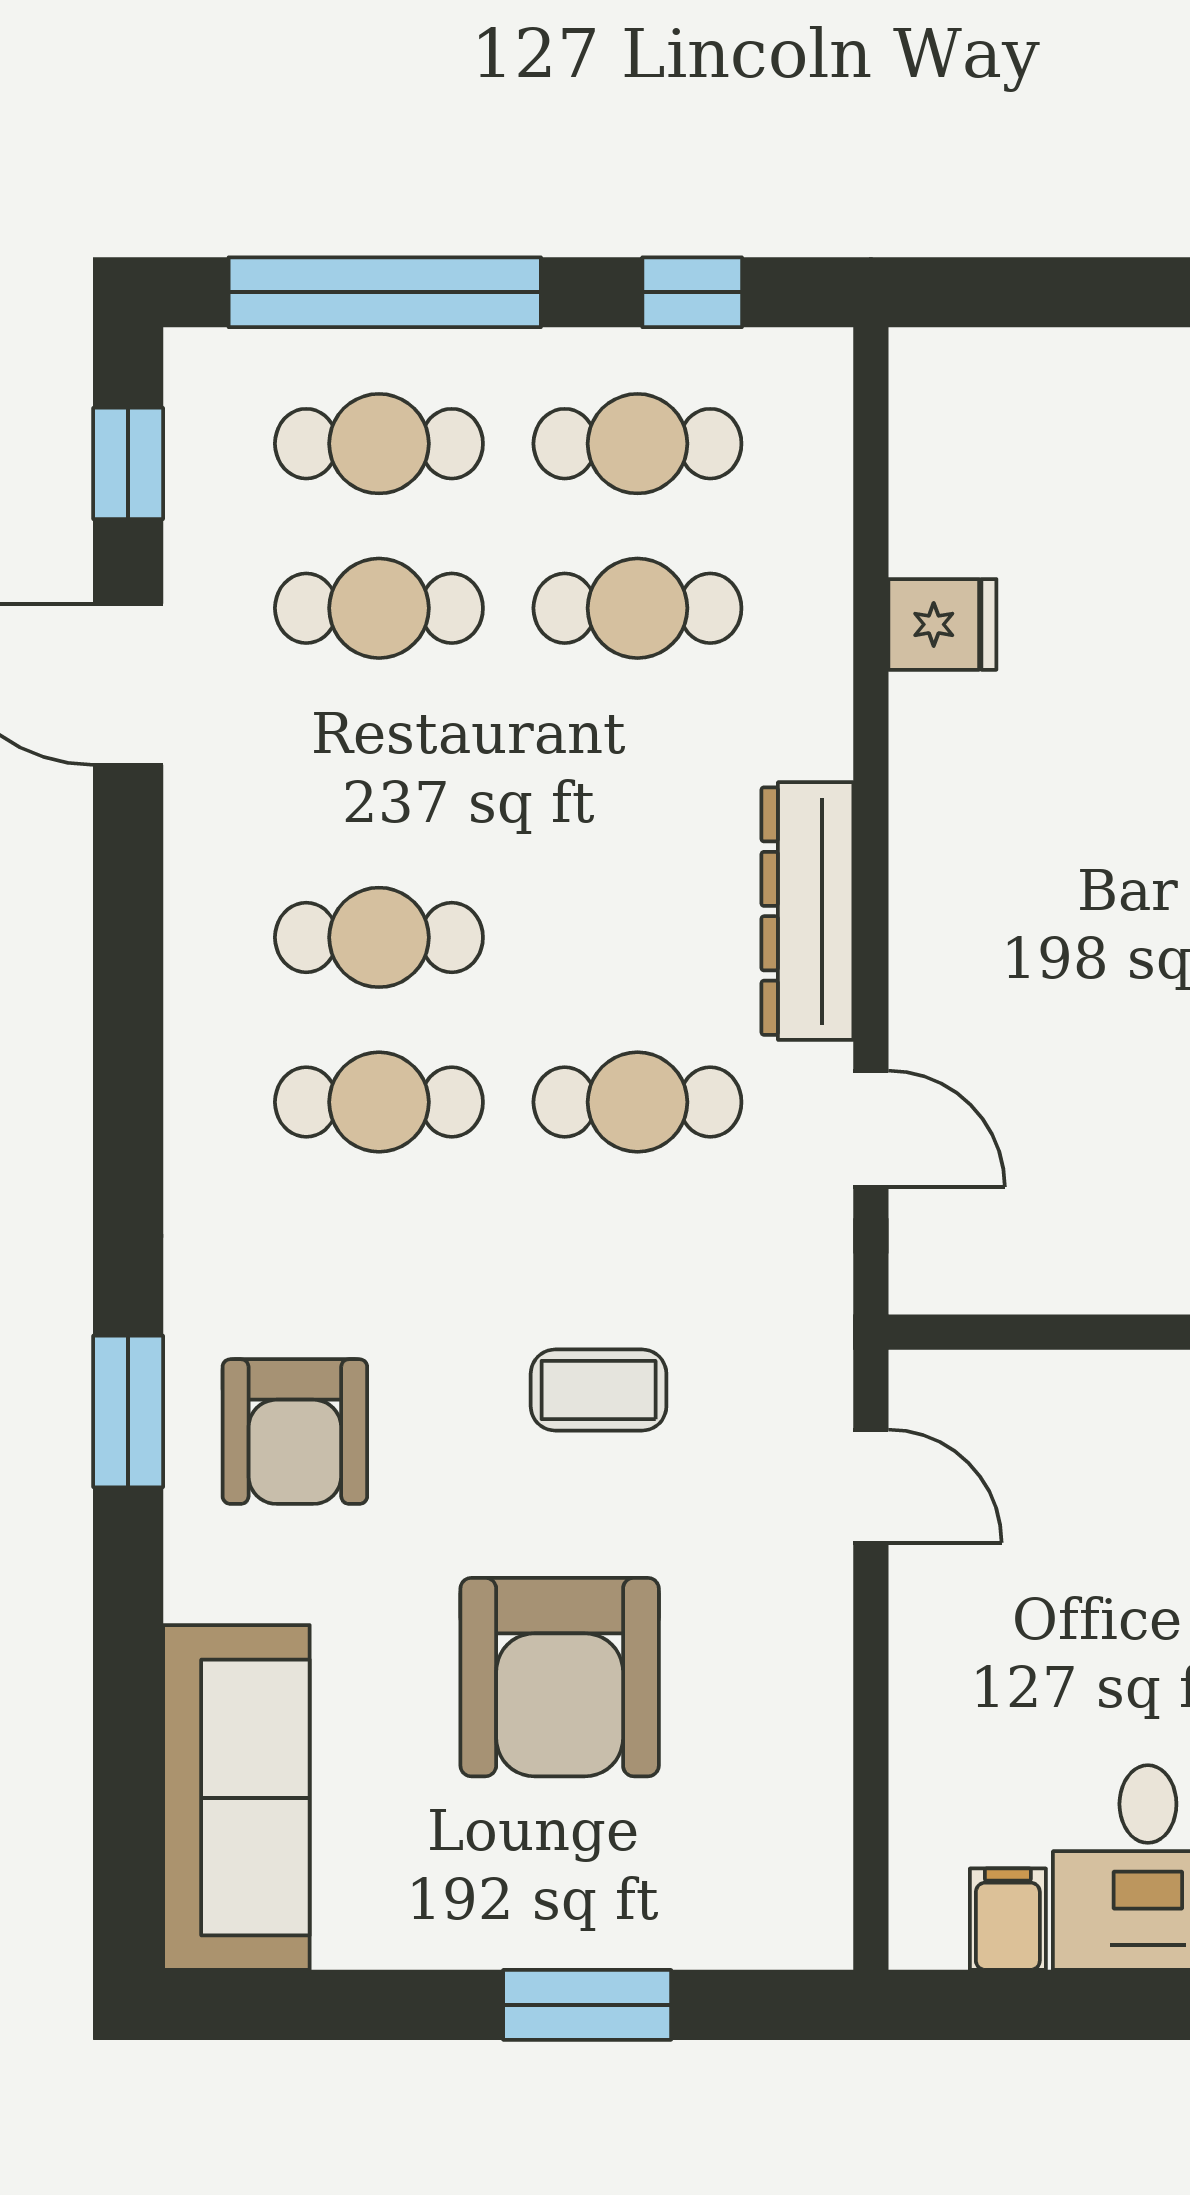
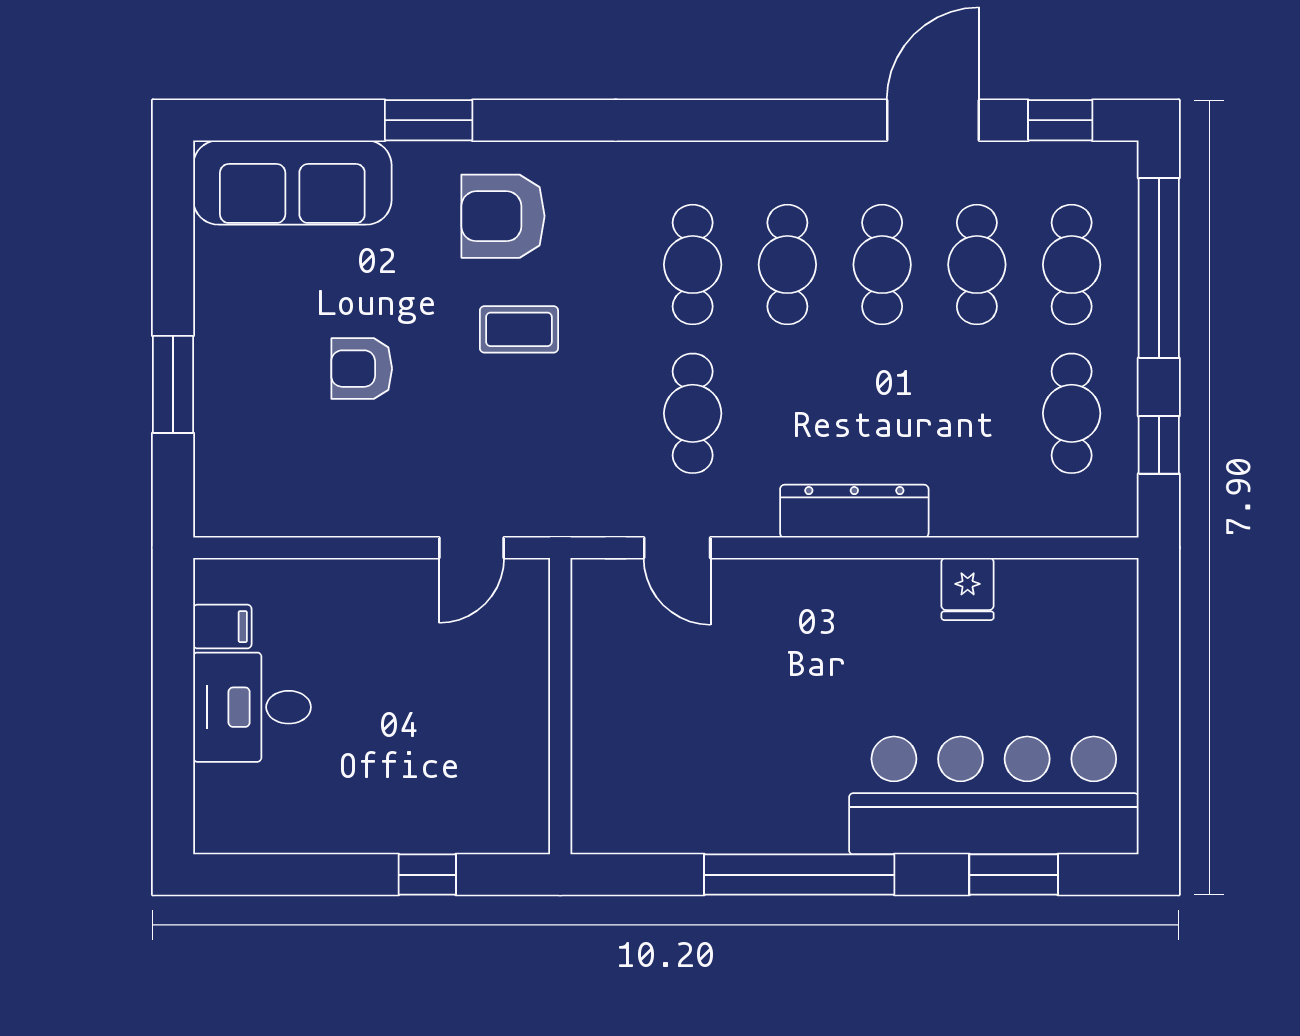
cafe table: (637, 608) -> (882, 265), moved
dresser: (807, 911) -> (854, 511), moved
door: (871, 1129) -> (677, 548), hinge flipped
coffee table: (599, 1390) -> (519, 329), moved, turned 90
window: (128, 1411) -> (429, 120), moved
armchair: (560, 1677) -> (362, 369), width x0.53, depth x0.53

